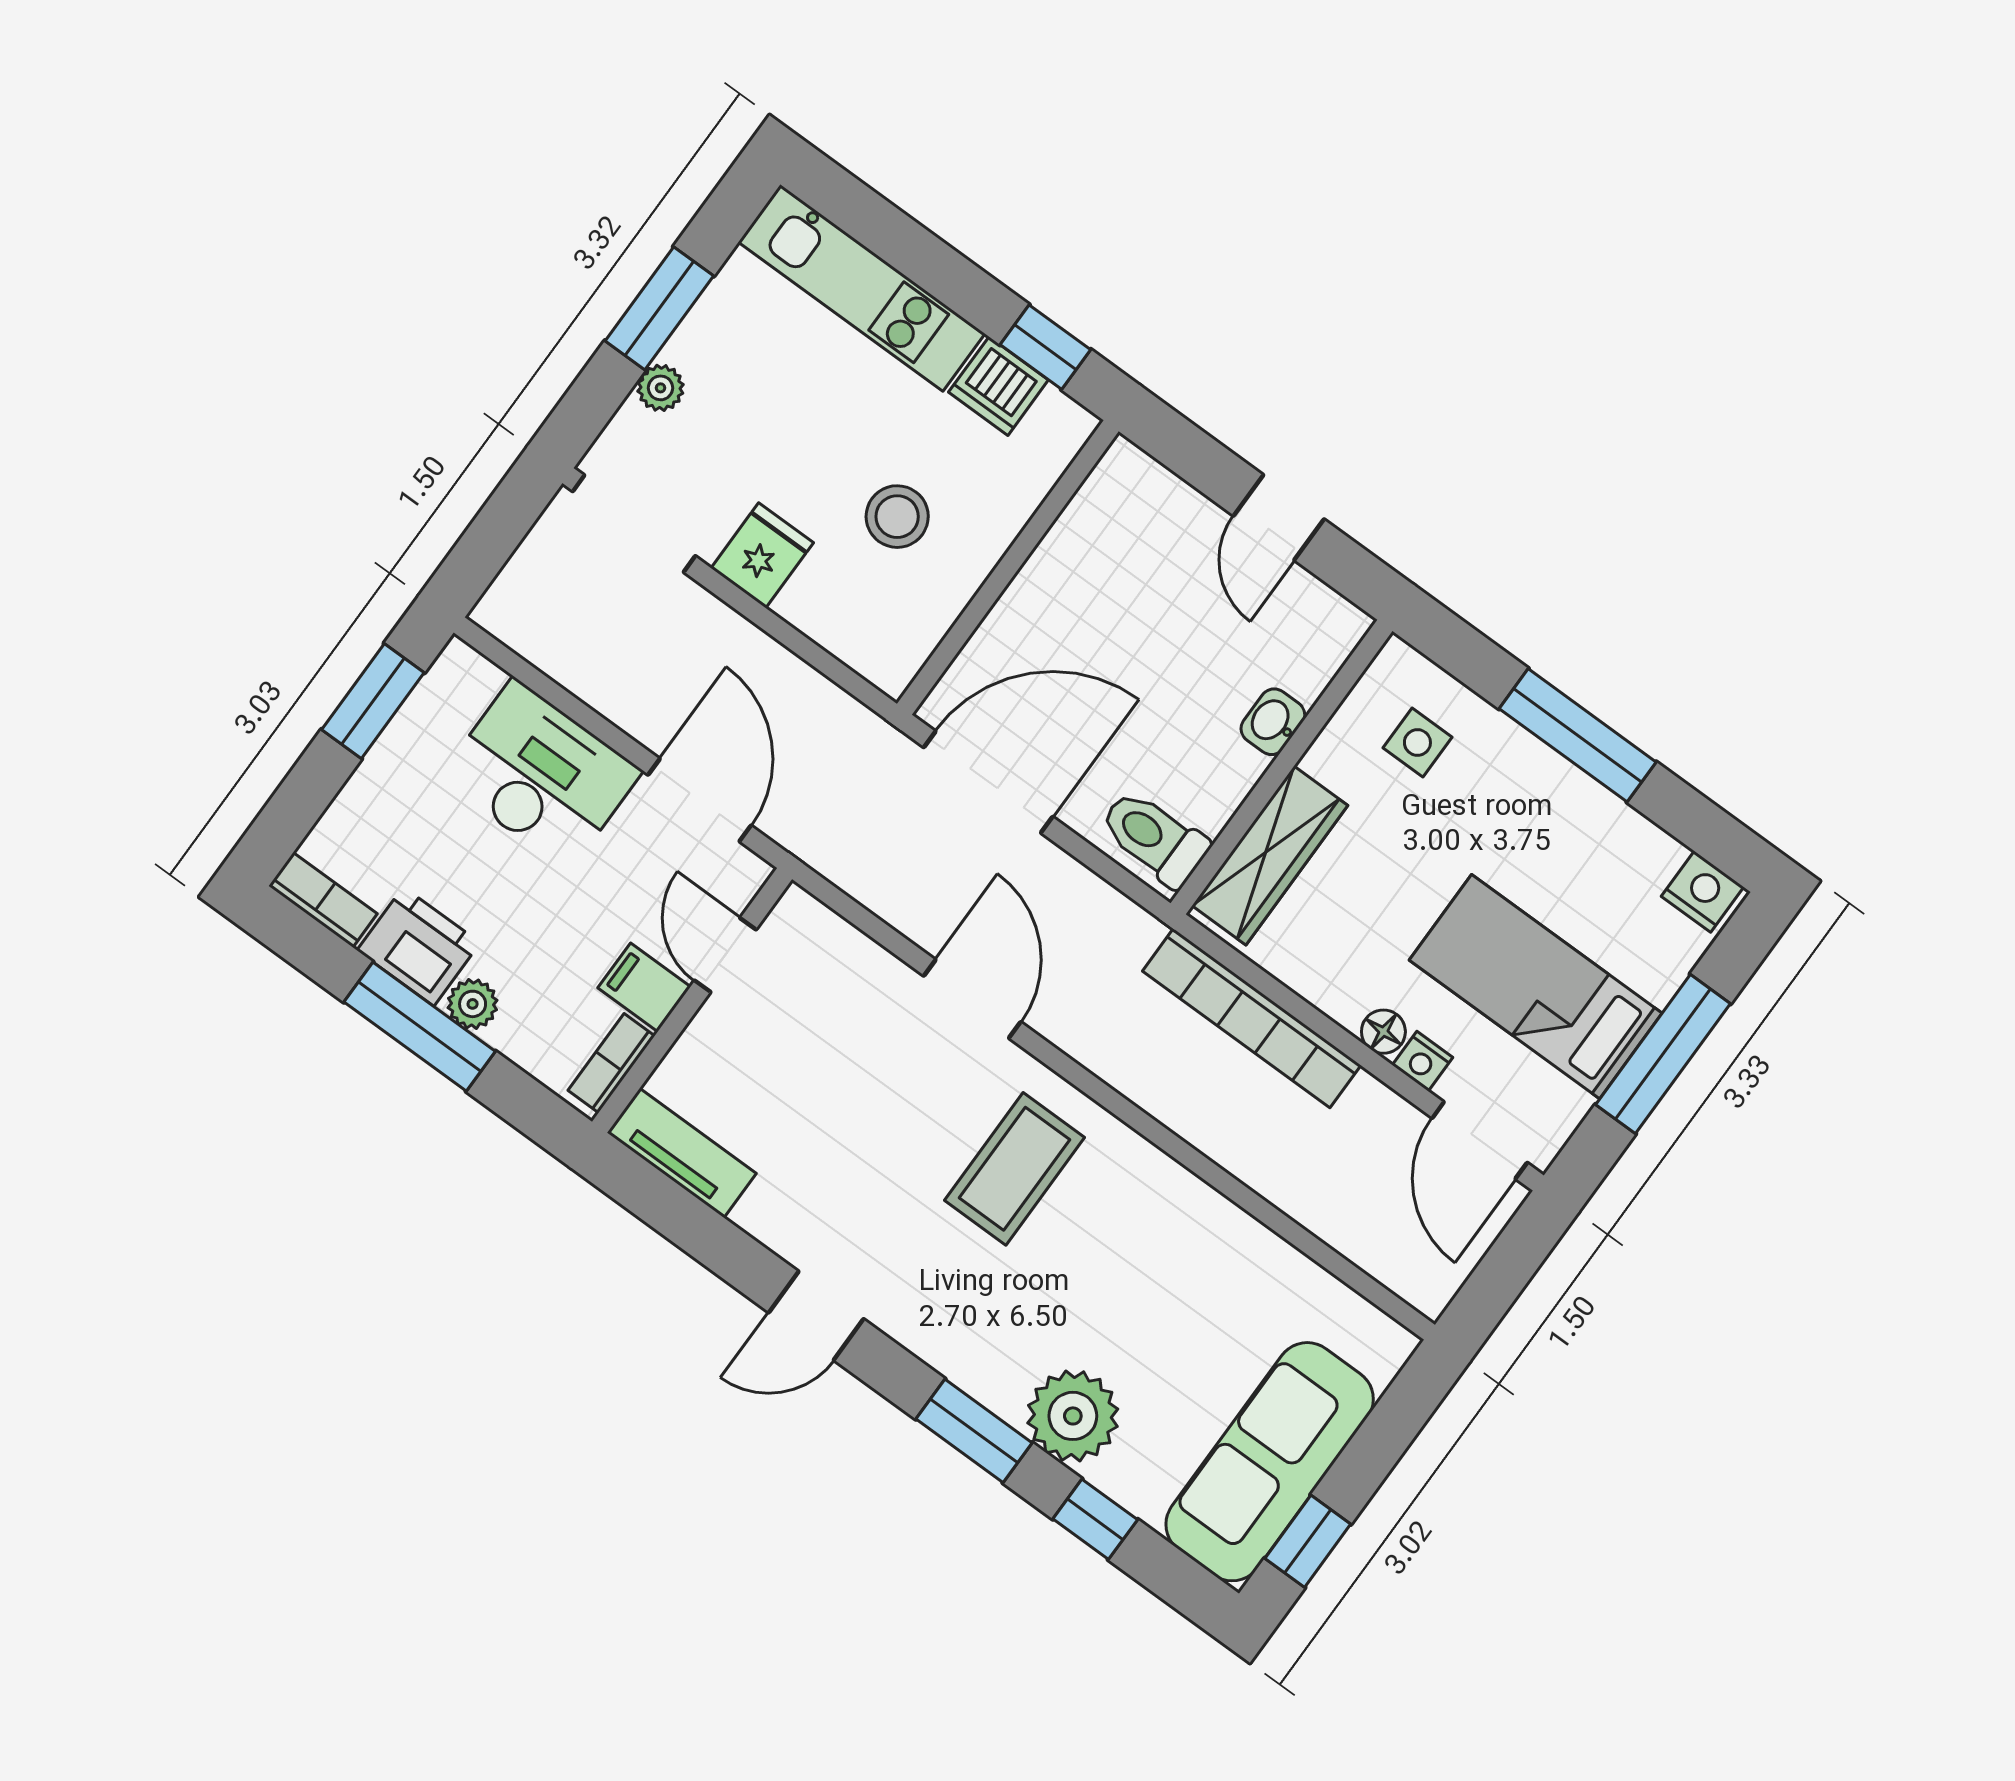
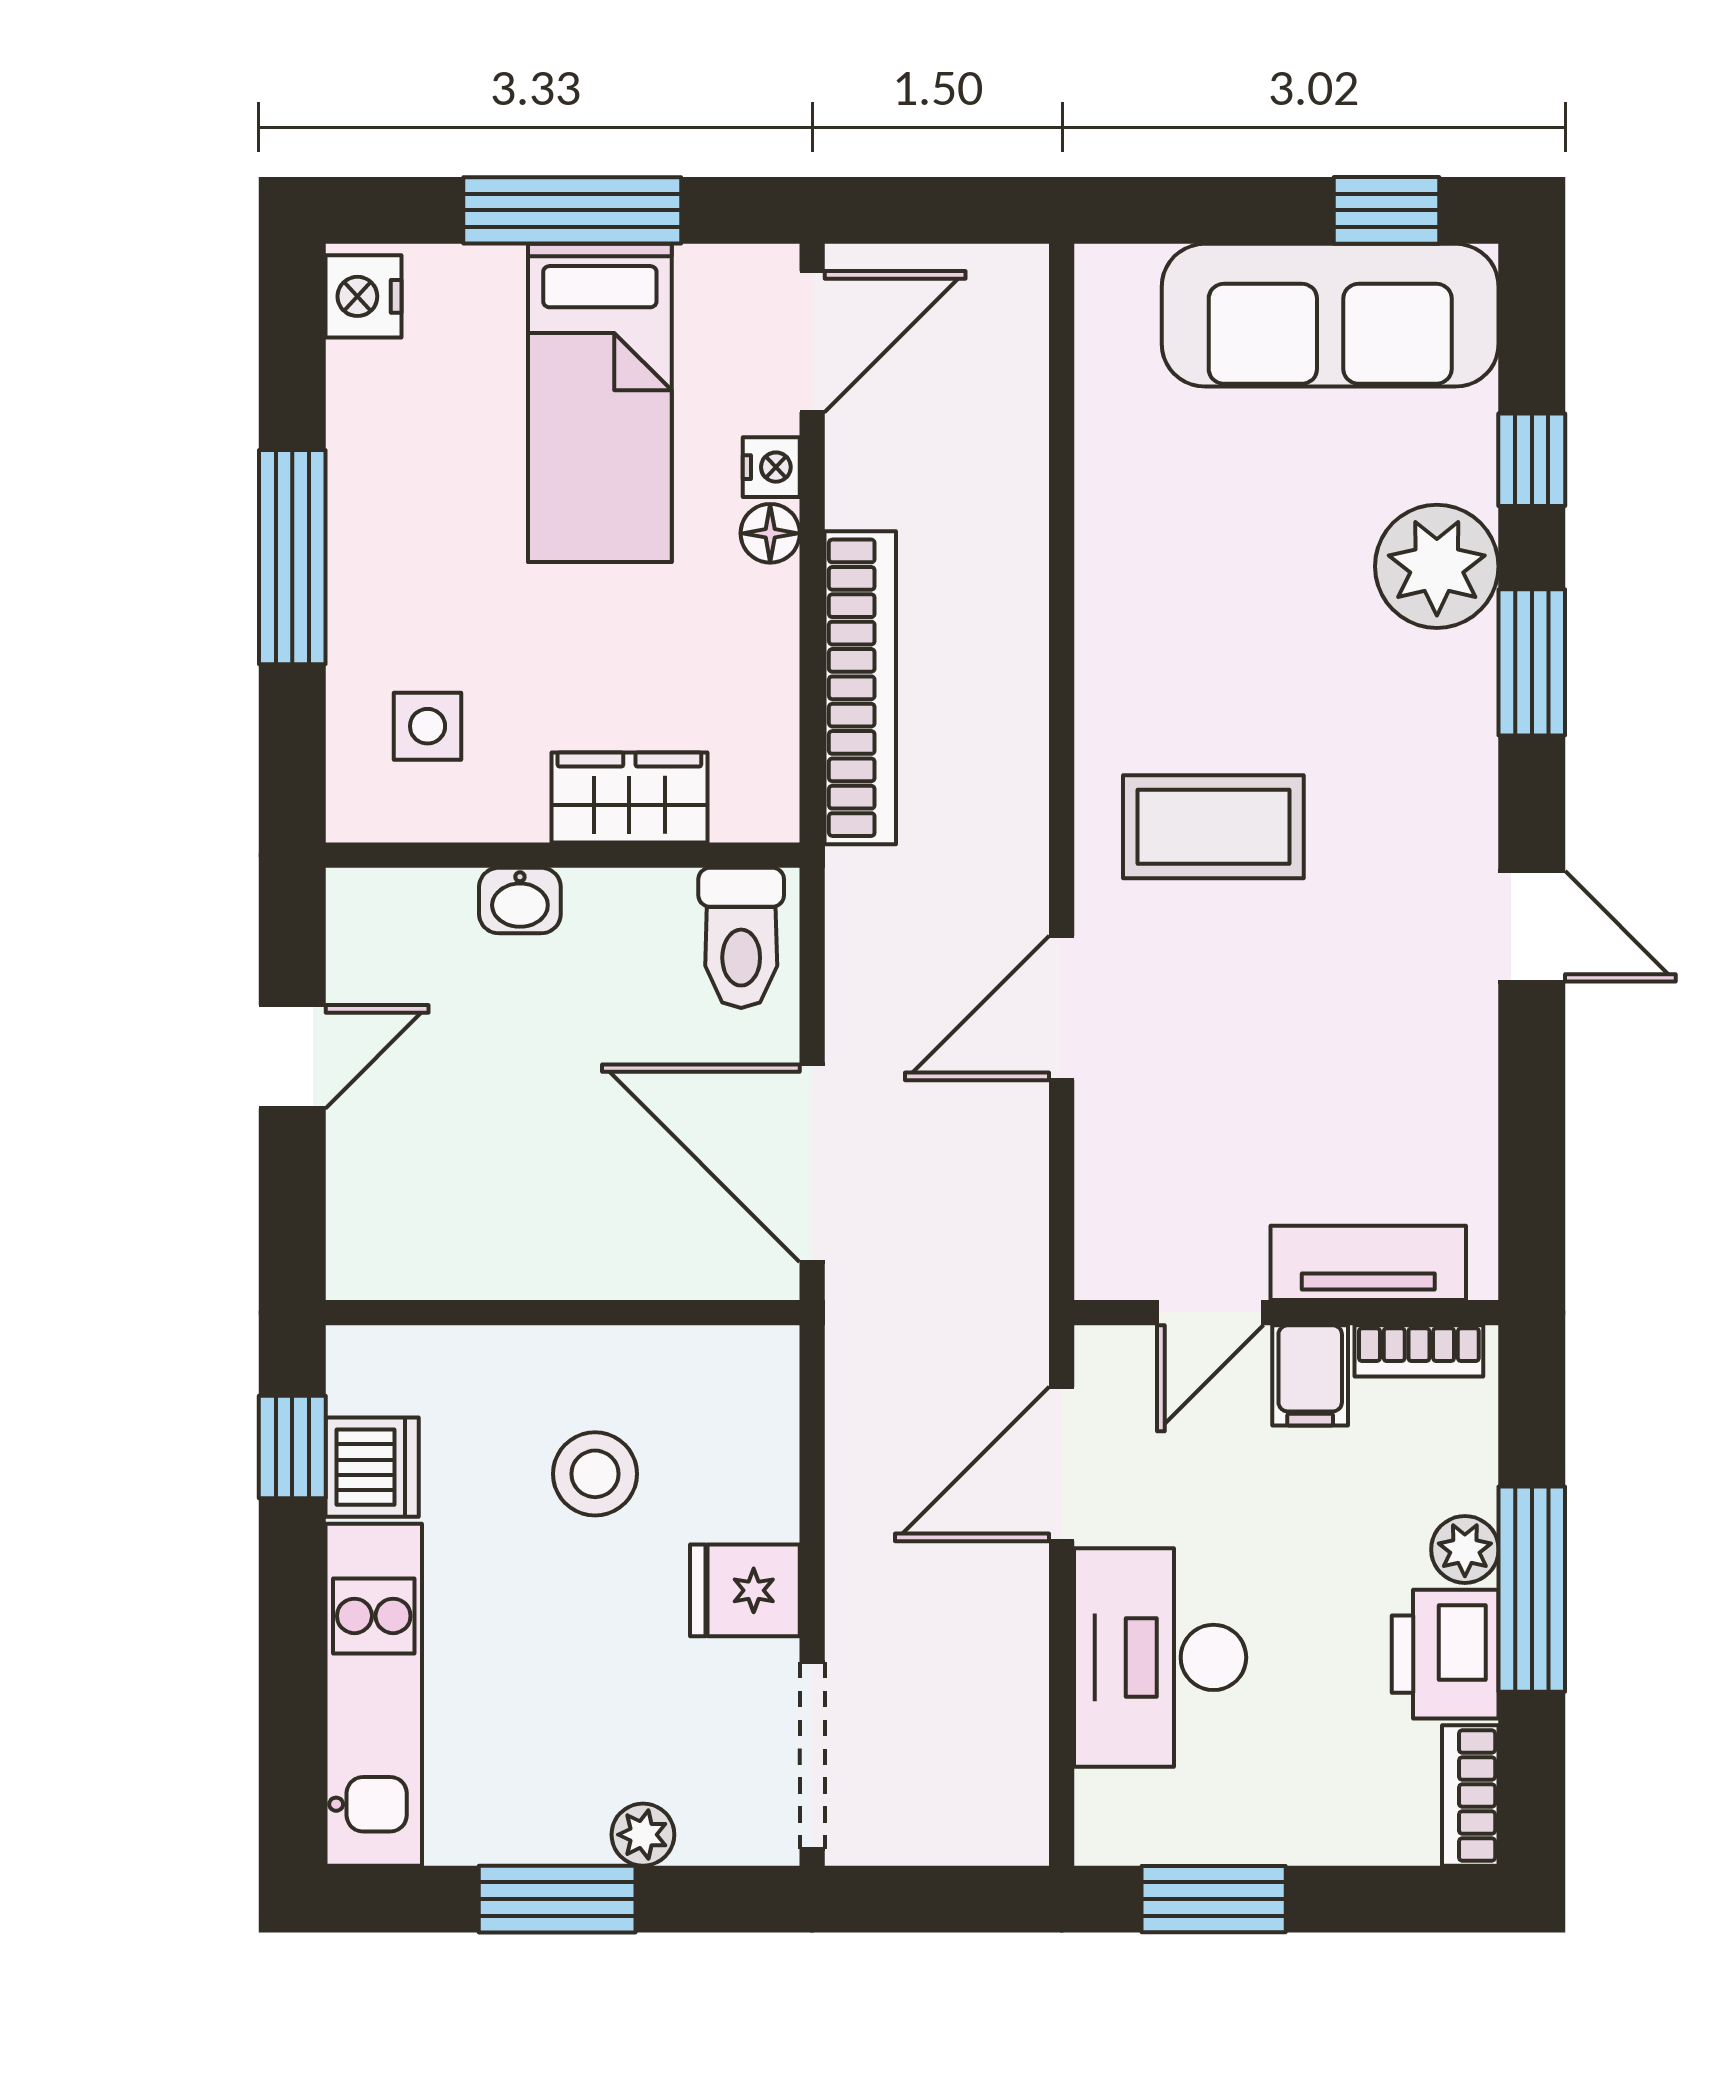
wardrobe: (1270, 855) -> (629, 797), width x0.67
tv unit: (682, 1153) -> (1368, 1263), moved, turned 90

